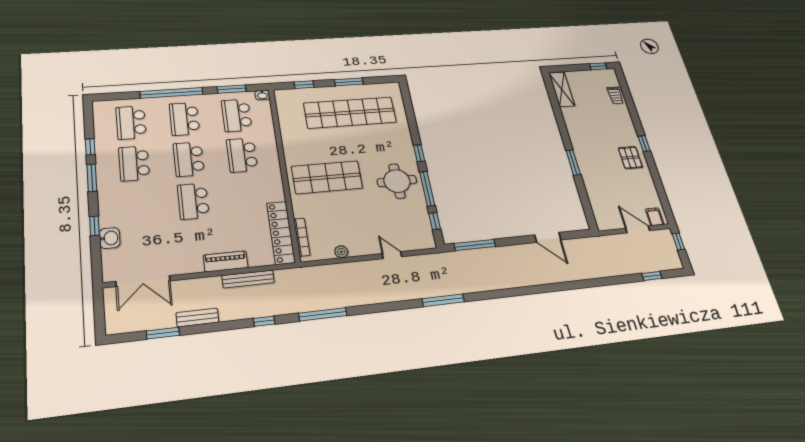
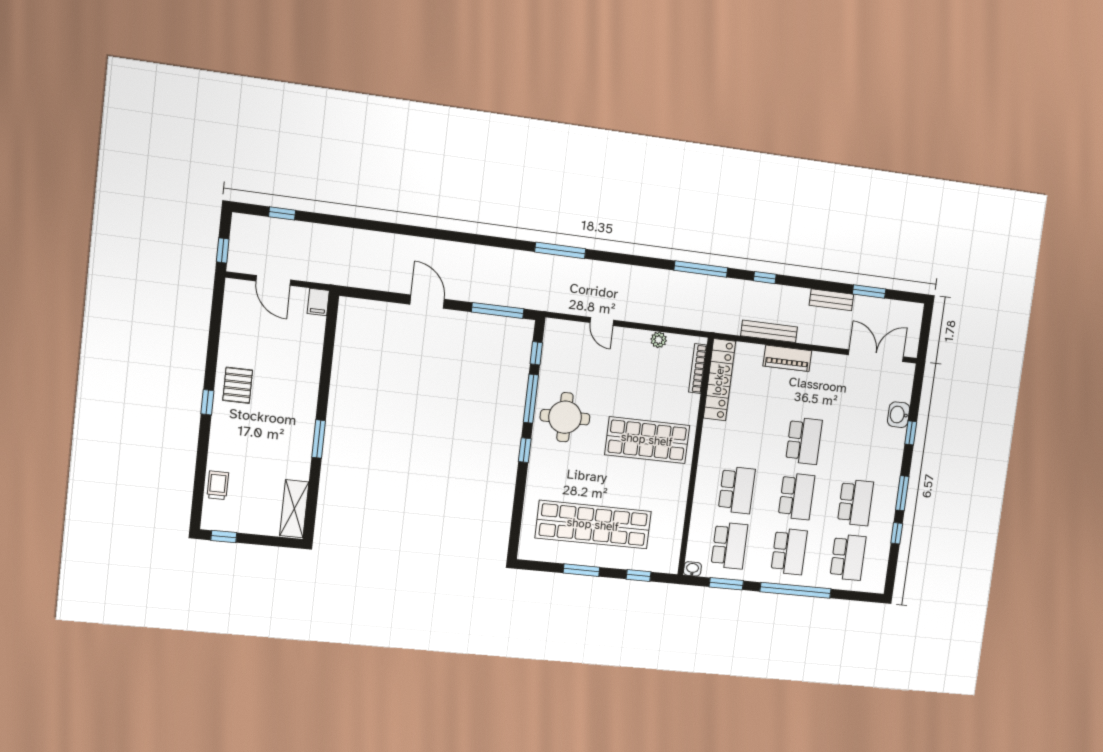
window: (573, 162) -> (319, 439), moved
filing cabinet: (655, 217) -> (318, 302), moved
door: (548, 237) -> (427, 302), moved

